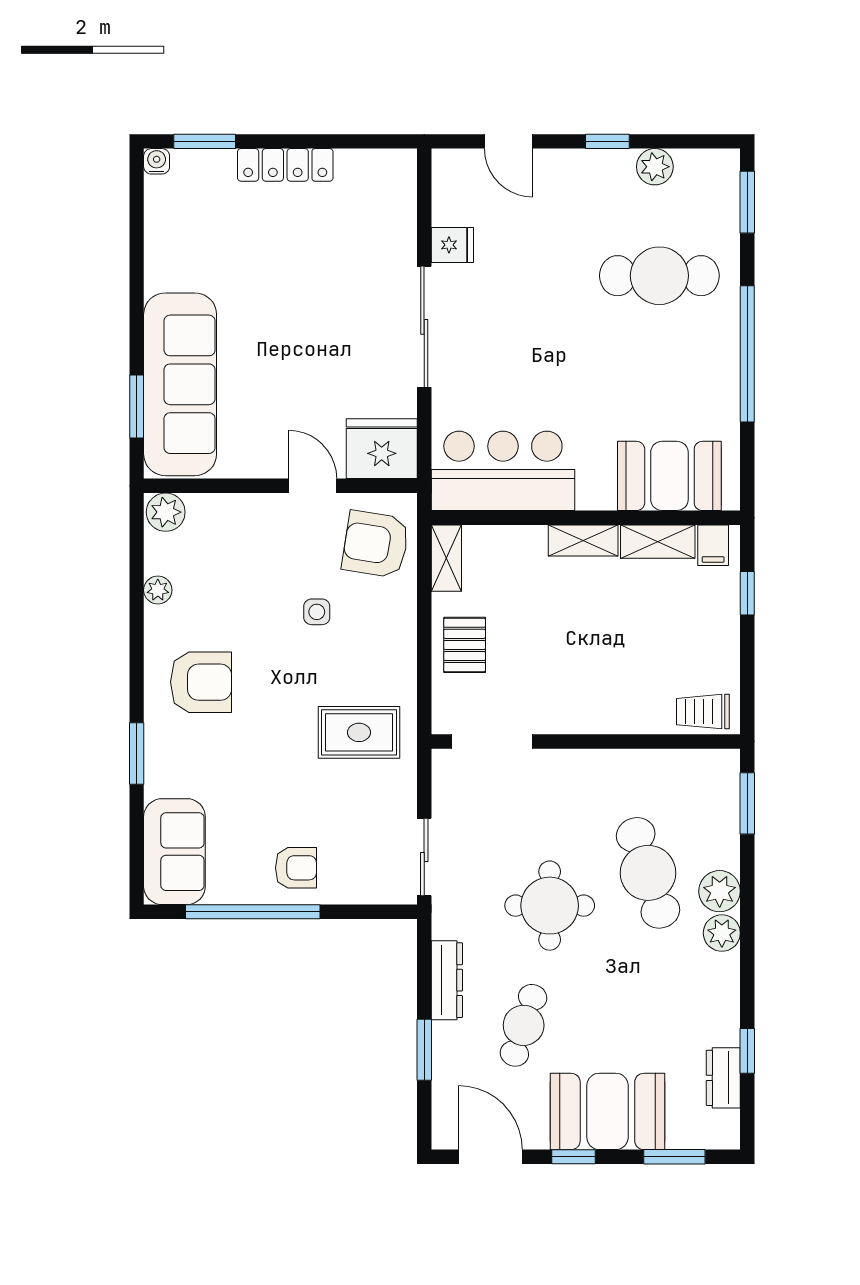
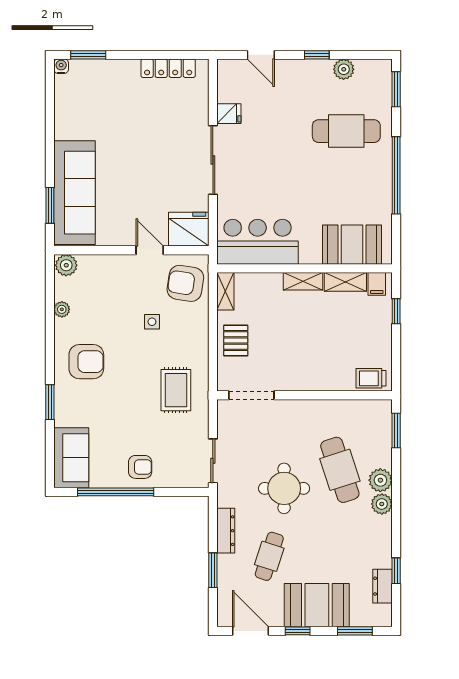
locker: (285, 165) -> (168, 68), moved
rug: (359, 732) -> (176, 390), turned 90

